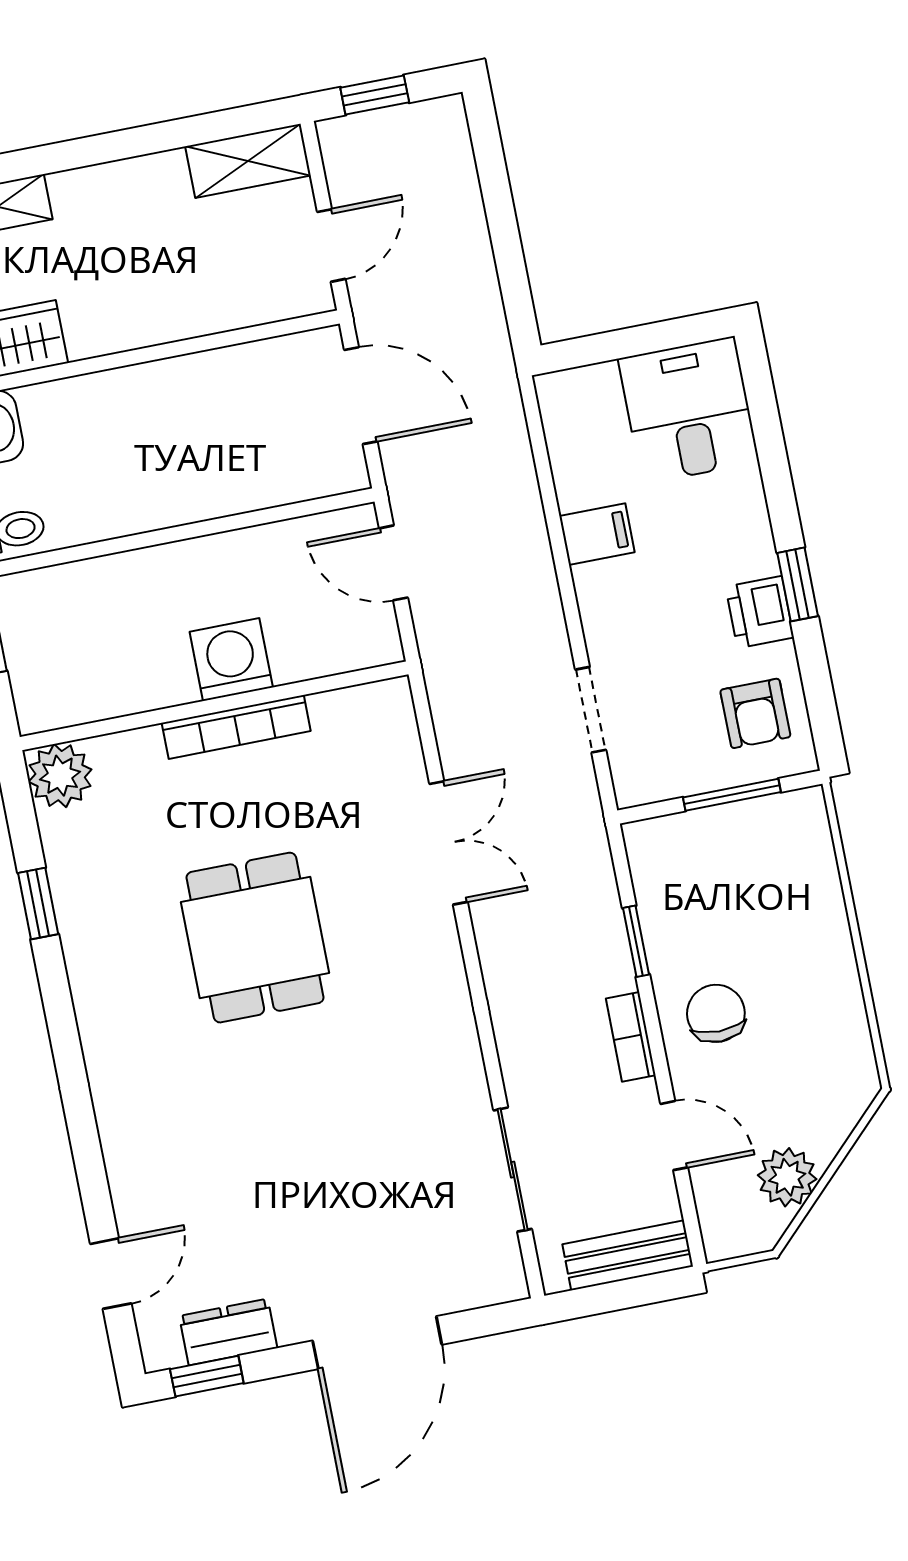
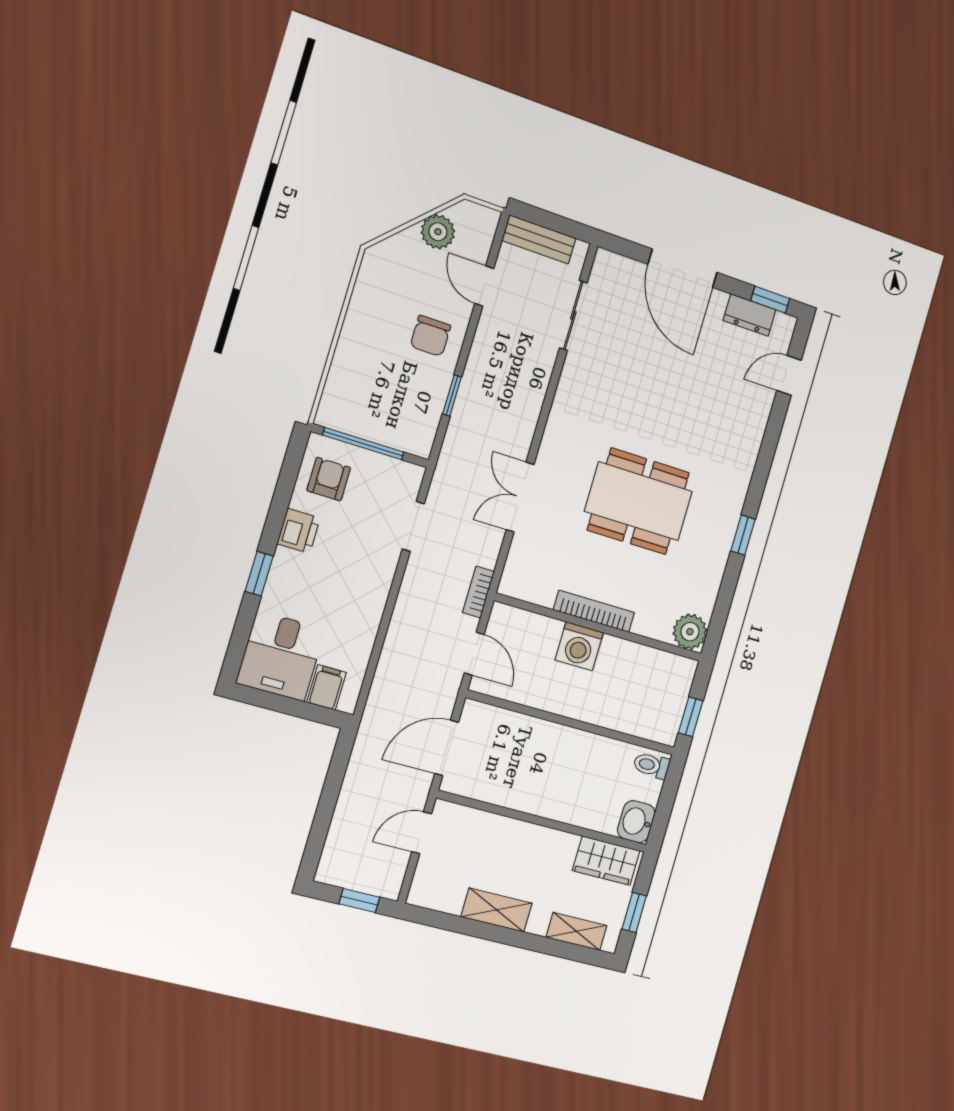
shelving: (248, 161) -> (497, 910), moved
door: (361, 396) -> (447, 748), hinge flipped
filing cabinet: (597, 534) -> (326, 687), moved, turned 90
window: (798, 584) -> (259, 574), moved
window: (732, 795) -> (363, 444), width x1.44
window: (38, 903) -> (743, 535), moved
dining table: (255, 938) -> (638, 501), width x1.38
bookcase: (631, 1037) -> (478, 592), moved, turned 180
door: (377, 1343) -> (683, 268), swing flipped

